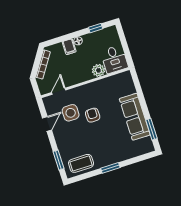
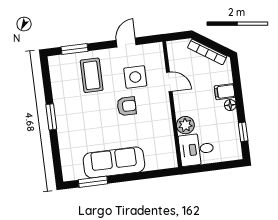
door: (59, 91) -> (169, 82), moved
door: (47, 124) -> (126, 43), swing flipped
coffee table: (81, 163) -> (92, 75), moved

